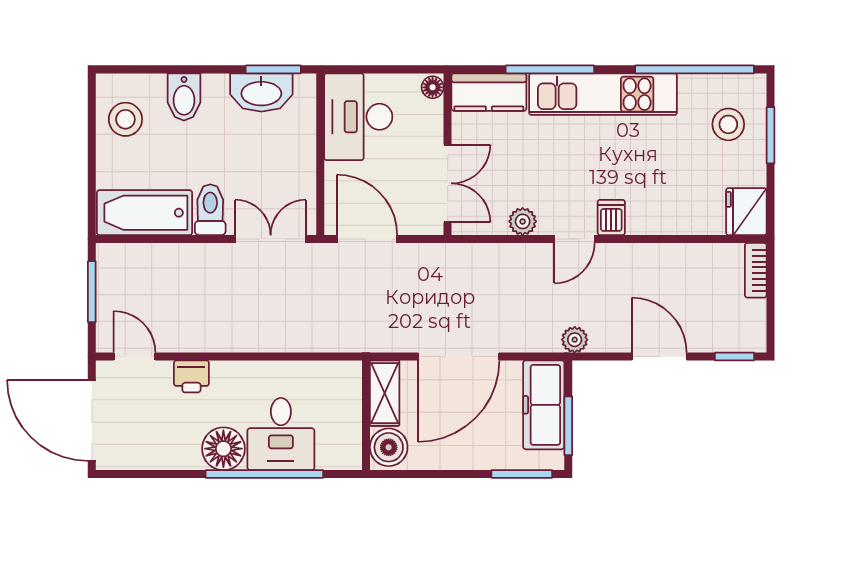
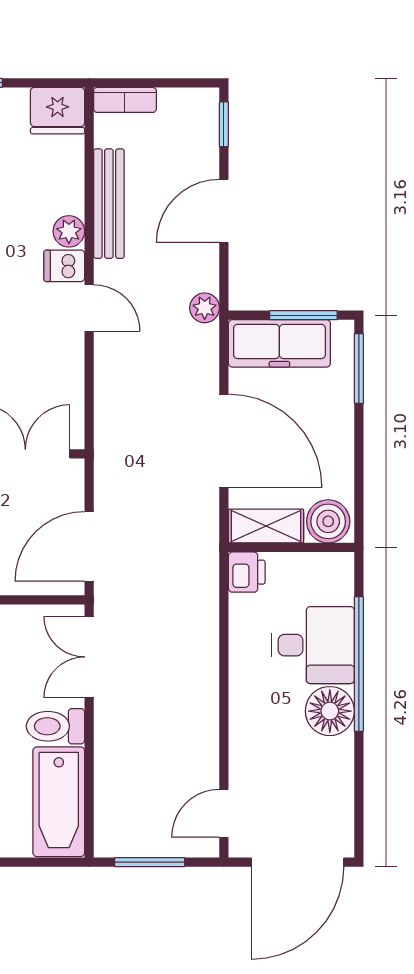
plant: (523, 221) -> (69, 231), moved
bench: (665, 256) -> (109, 204), added
printer: (191, 376) -> (247, 572), moved

